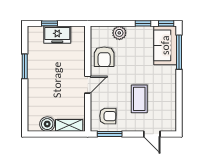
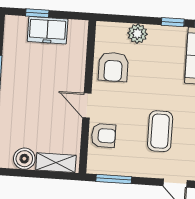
door: (88, 85) -> (87, 106), swing flipped
armchair: (108, 116) -> (103, 136), moved

